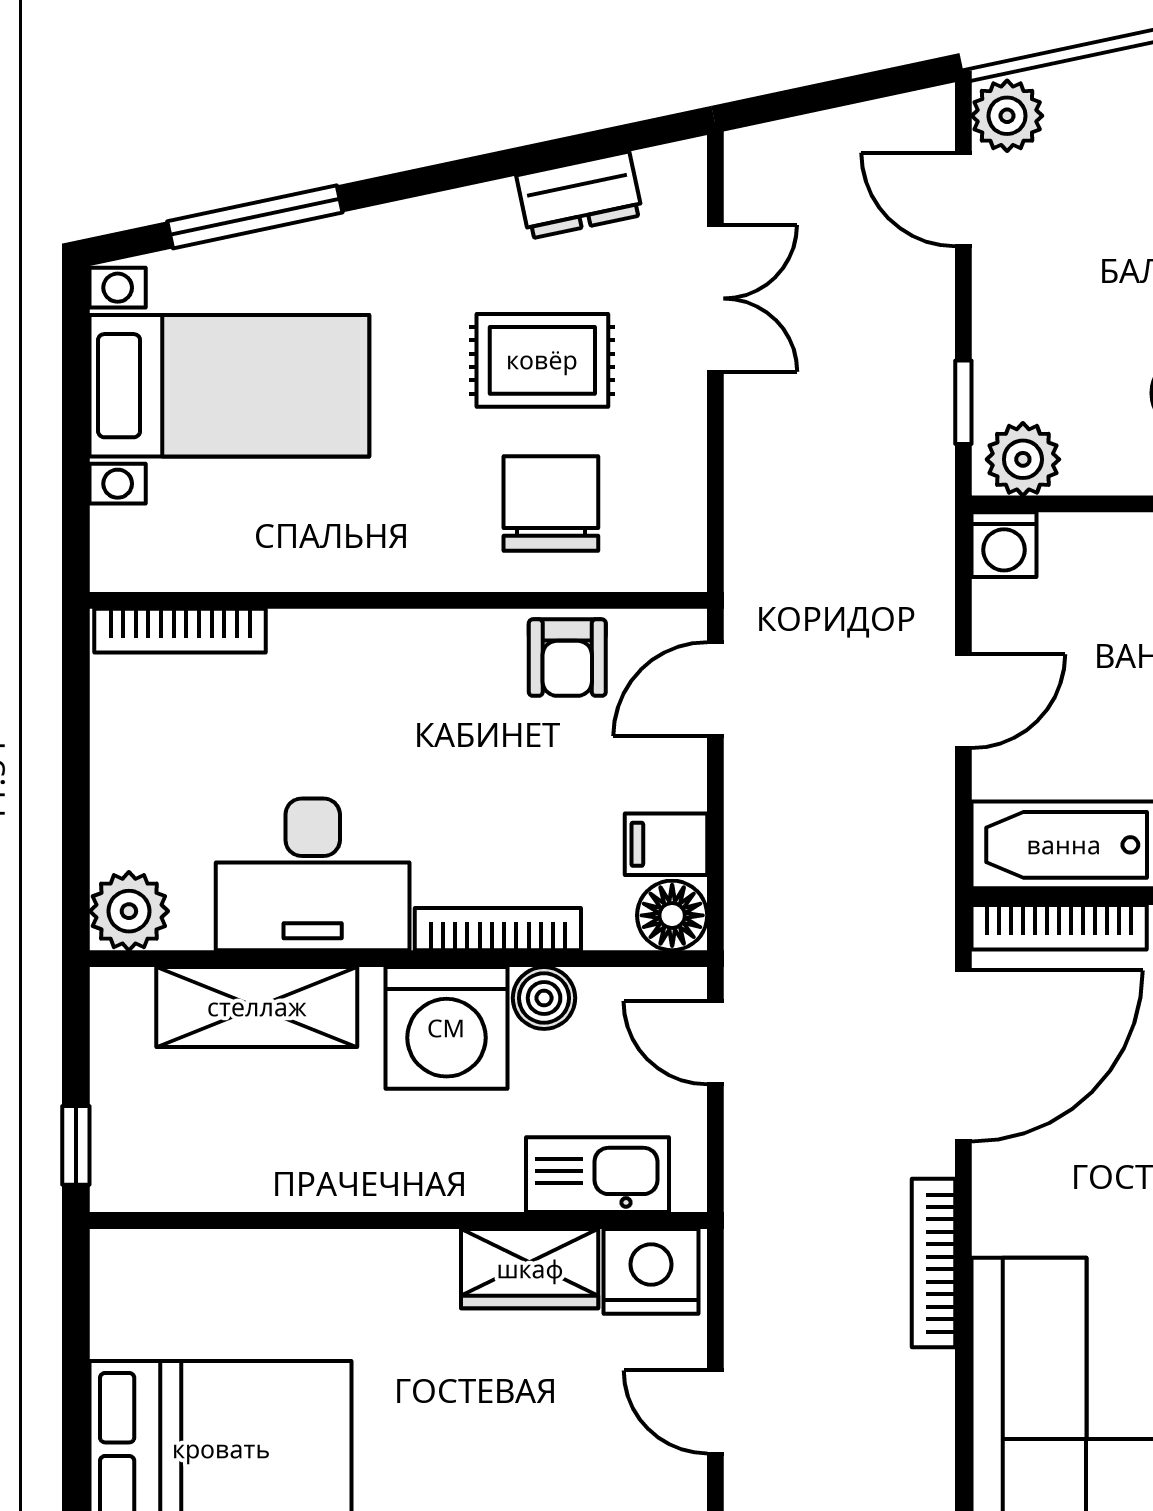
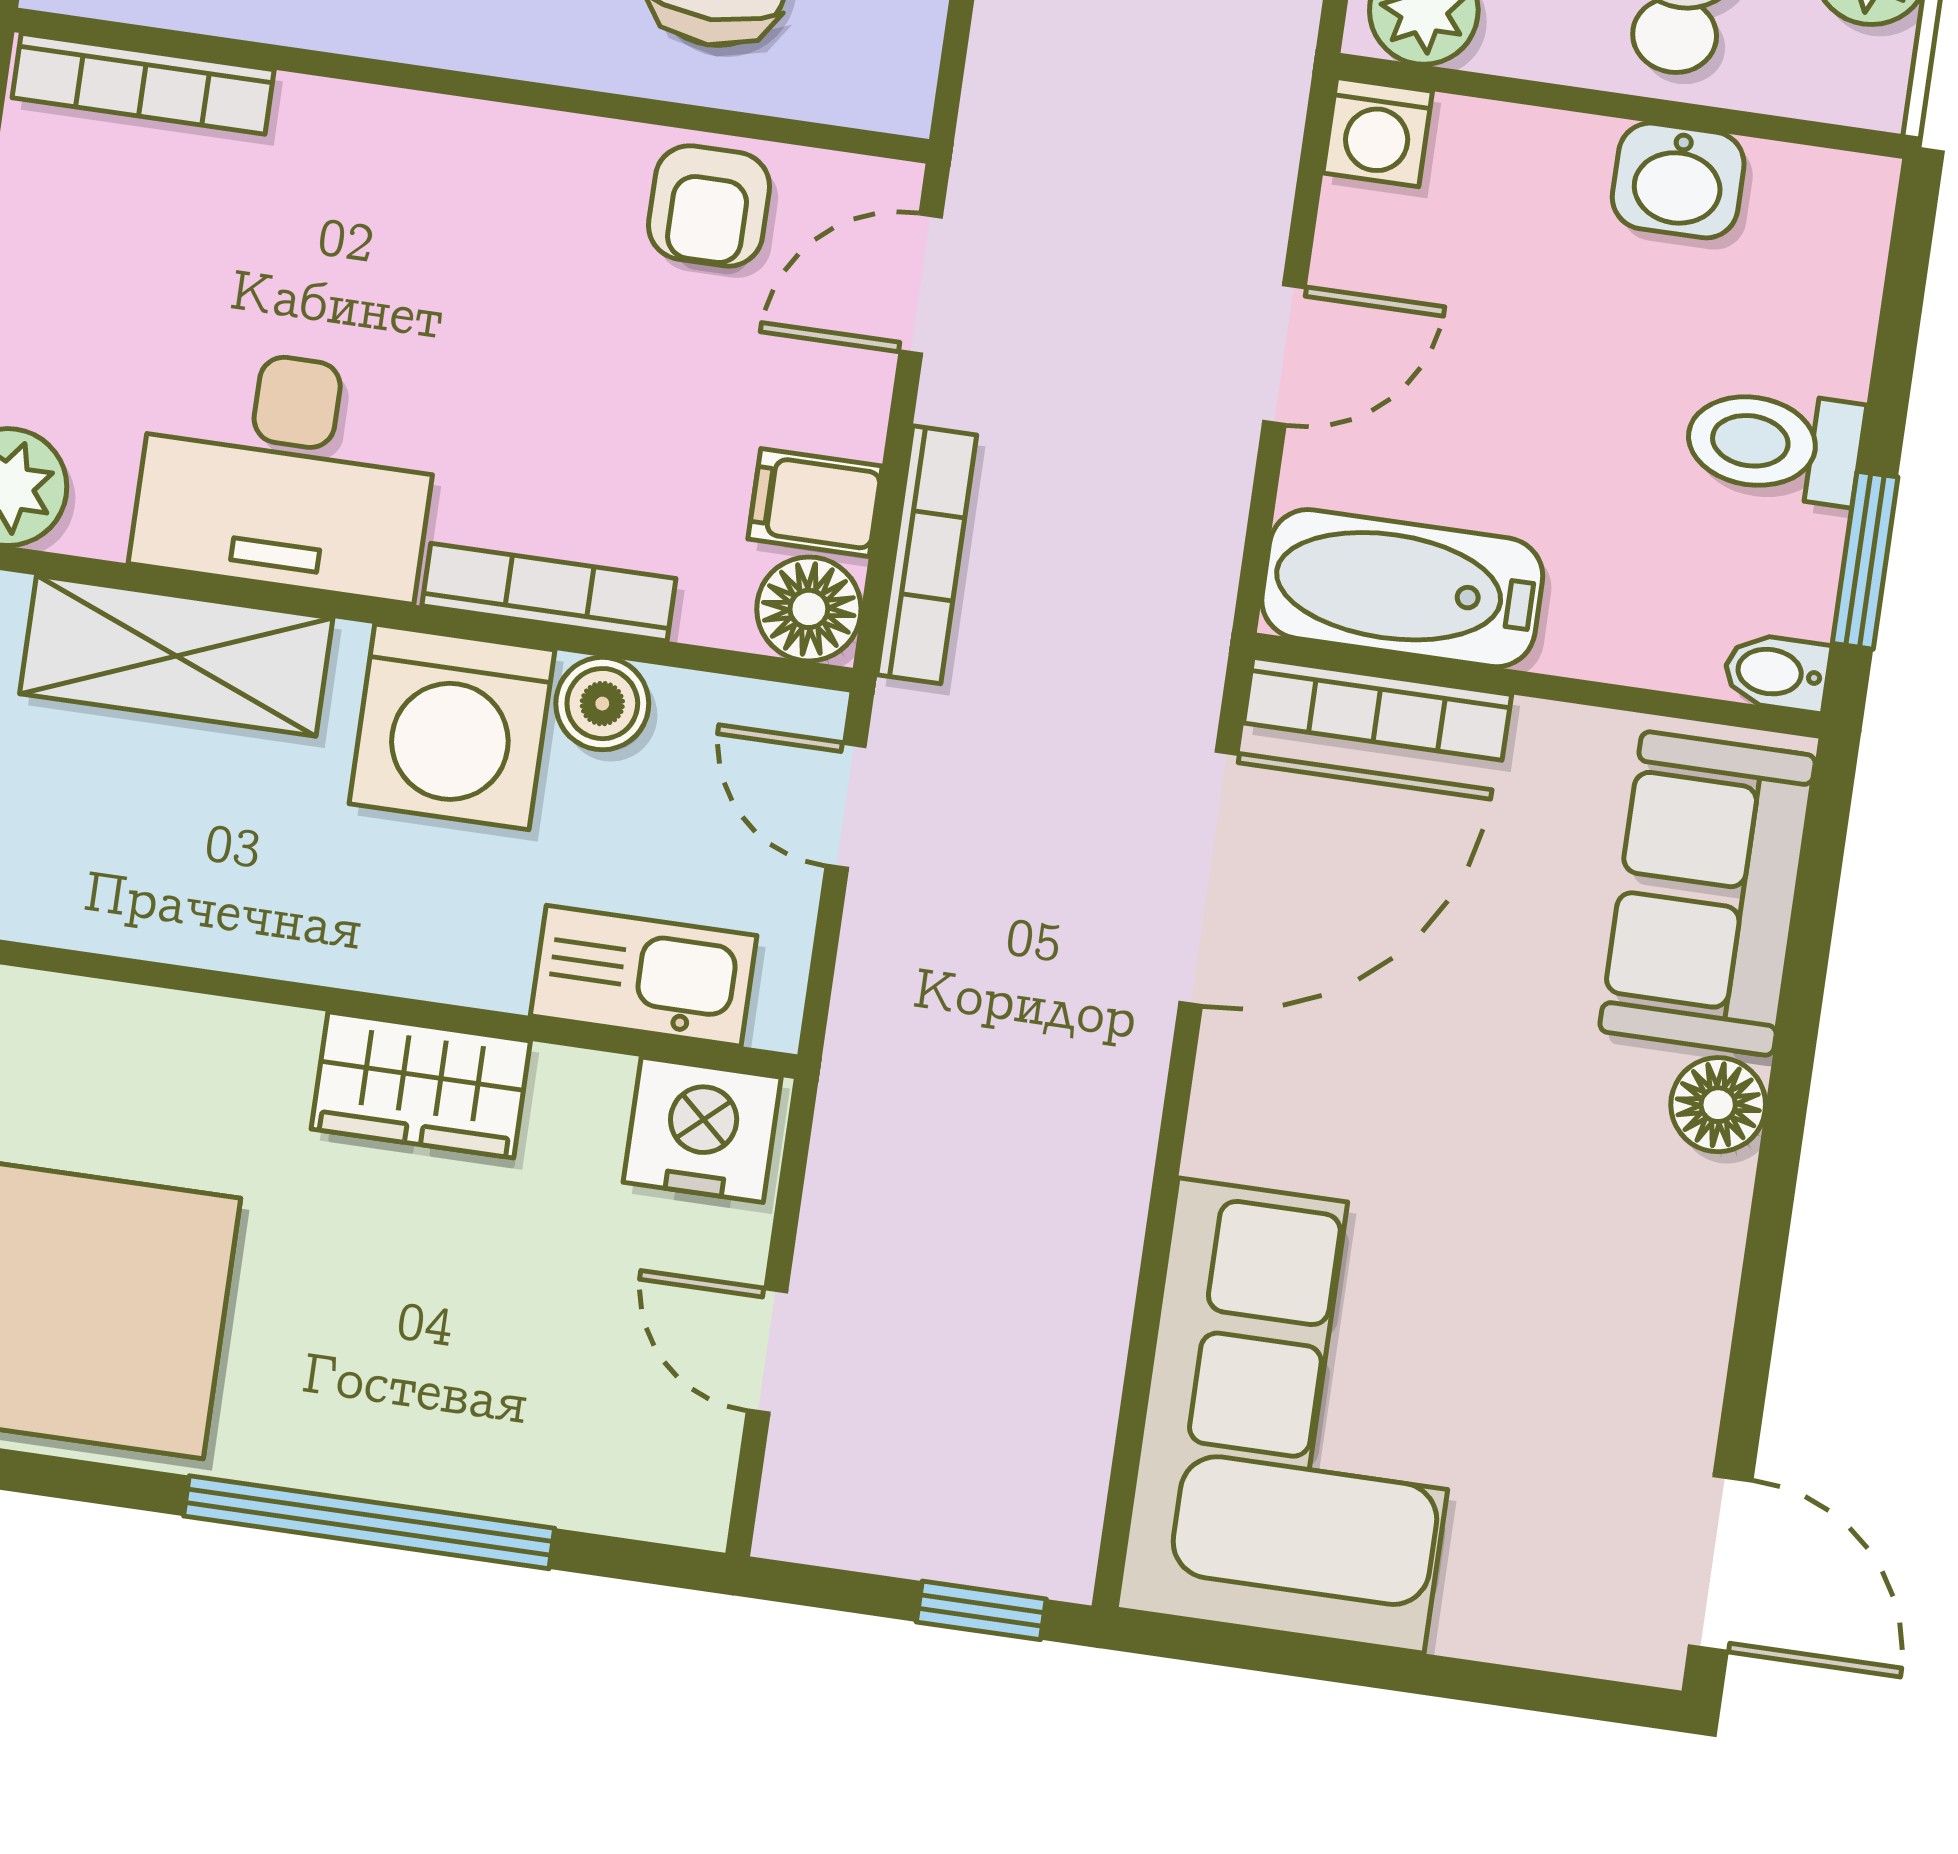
bookcase: (933, 1263) -> (927, 555), moved, turned 180
wardrobe: (530, 1269) -> (421, 1085), moved

